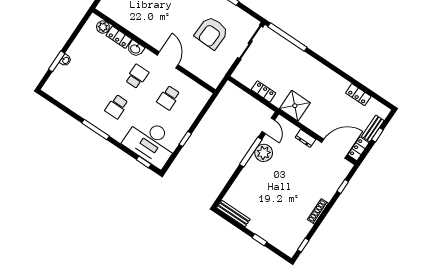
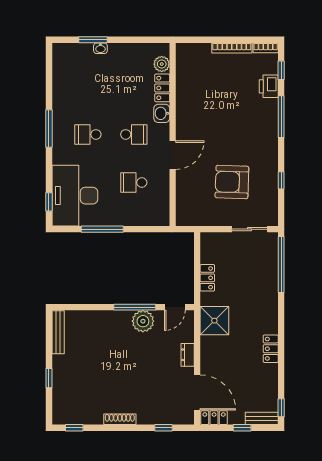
sliding door: (250, 42) -> (250, 229), width x0.73
locker: (358, 95) -> (271, 349), moved
window: (382, 100) -> (281, 408), added
bench: (373, 128) -> (262, 418), moved
window: (185, 139) -> (102, 229), width x2.17

